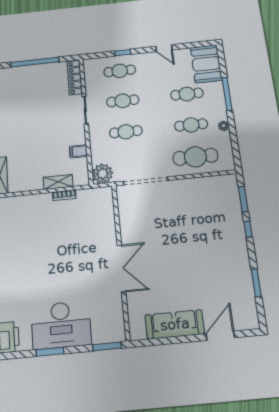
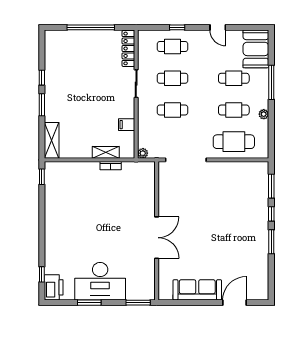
plant: (103, 174) -> (143, 153), width x0.53, depth x0.53
window: (256, 283) -> (271, 242), moved

